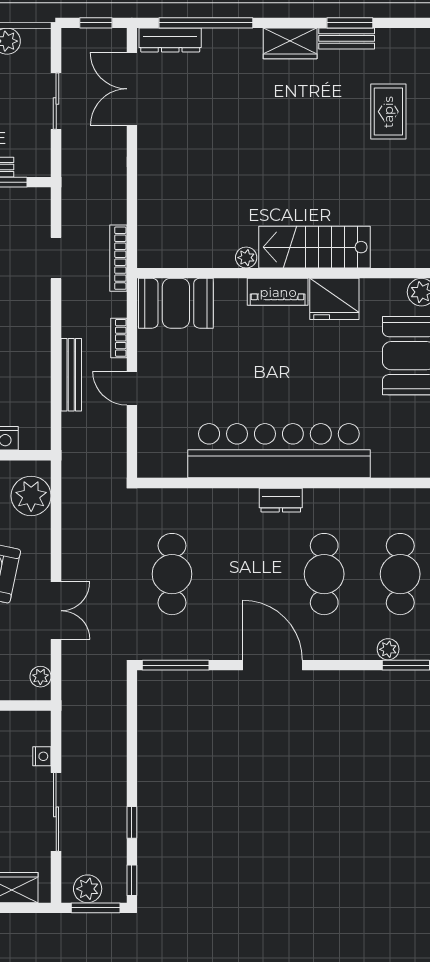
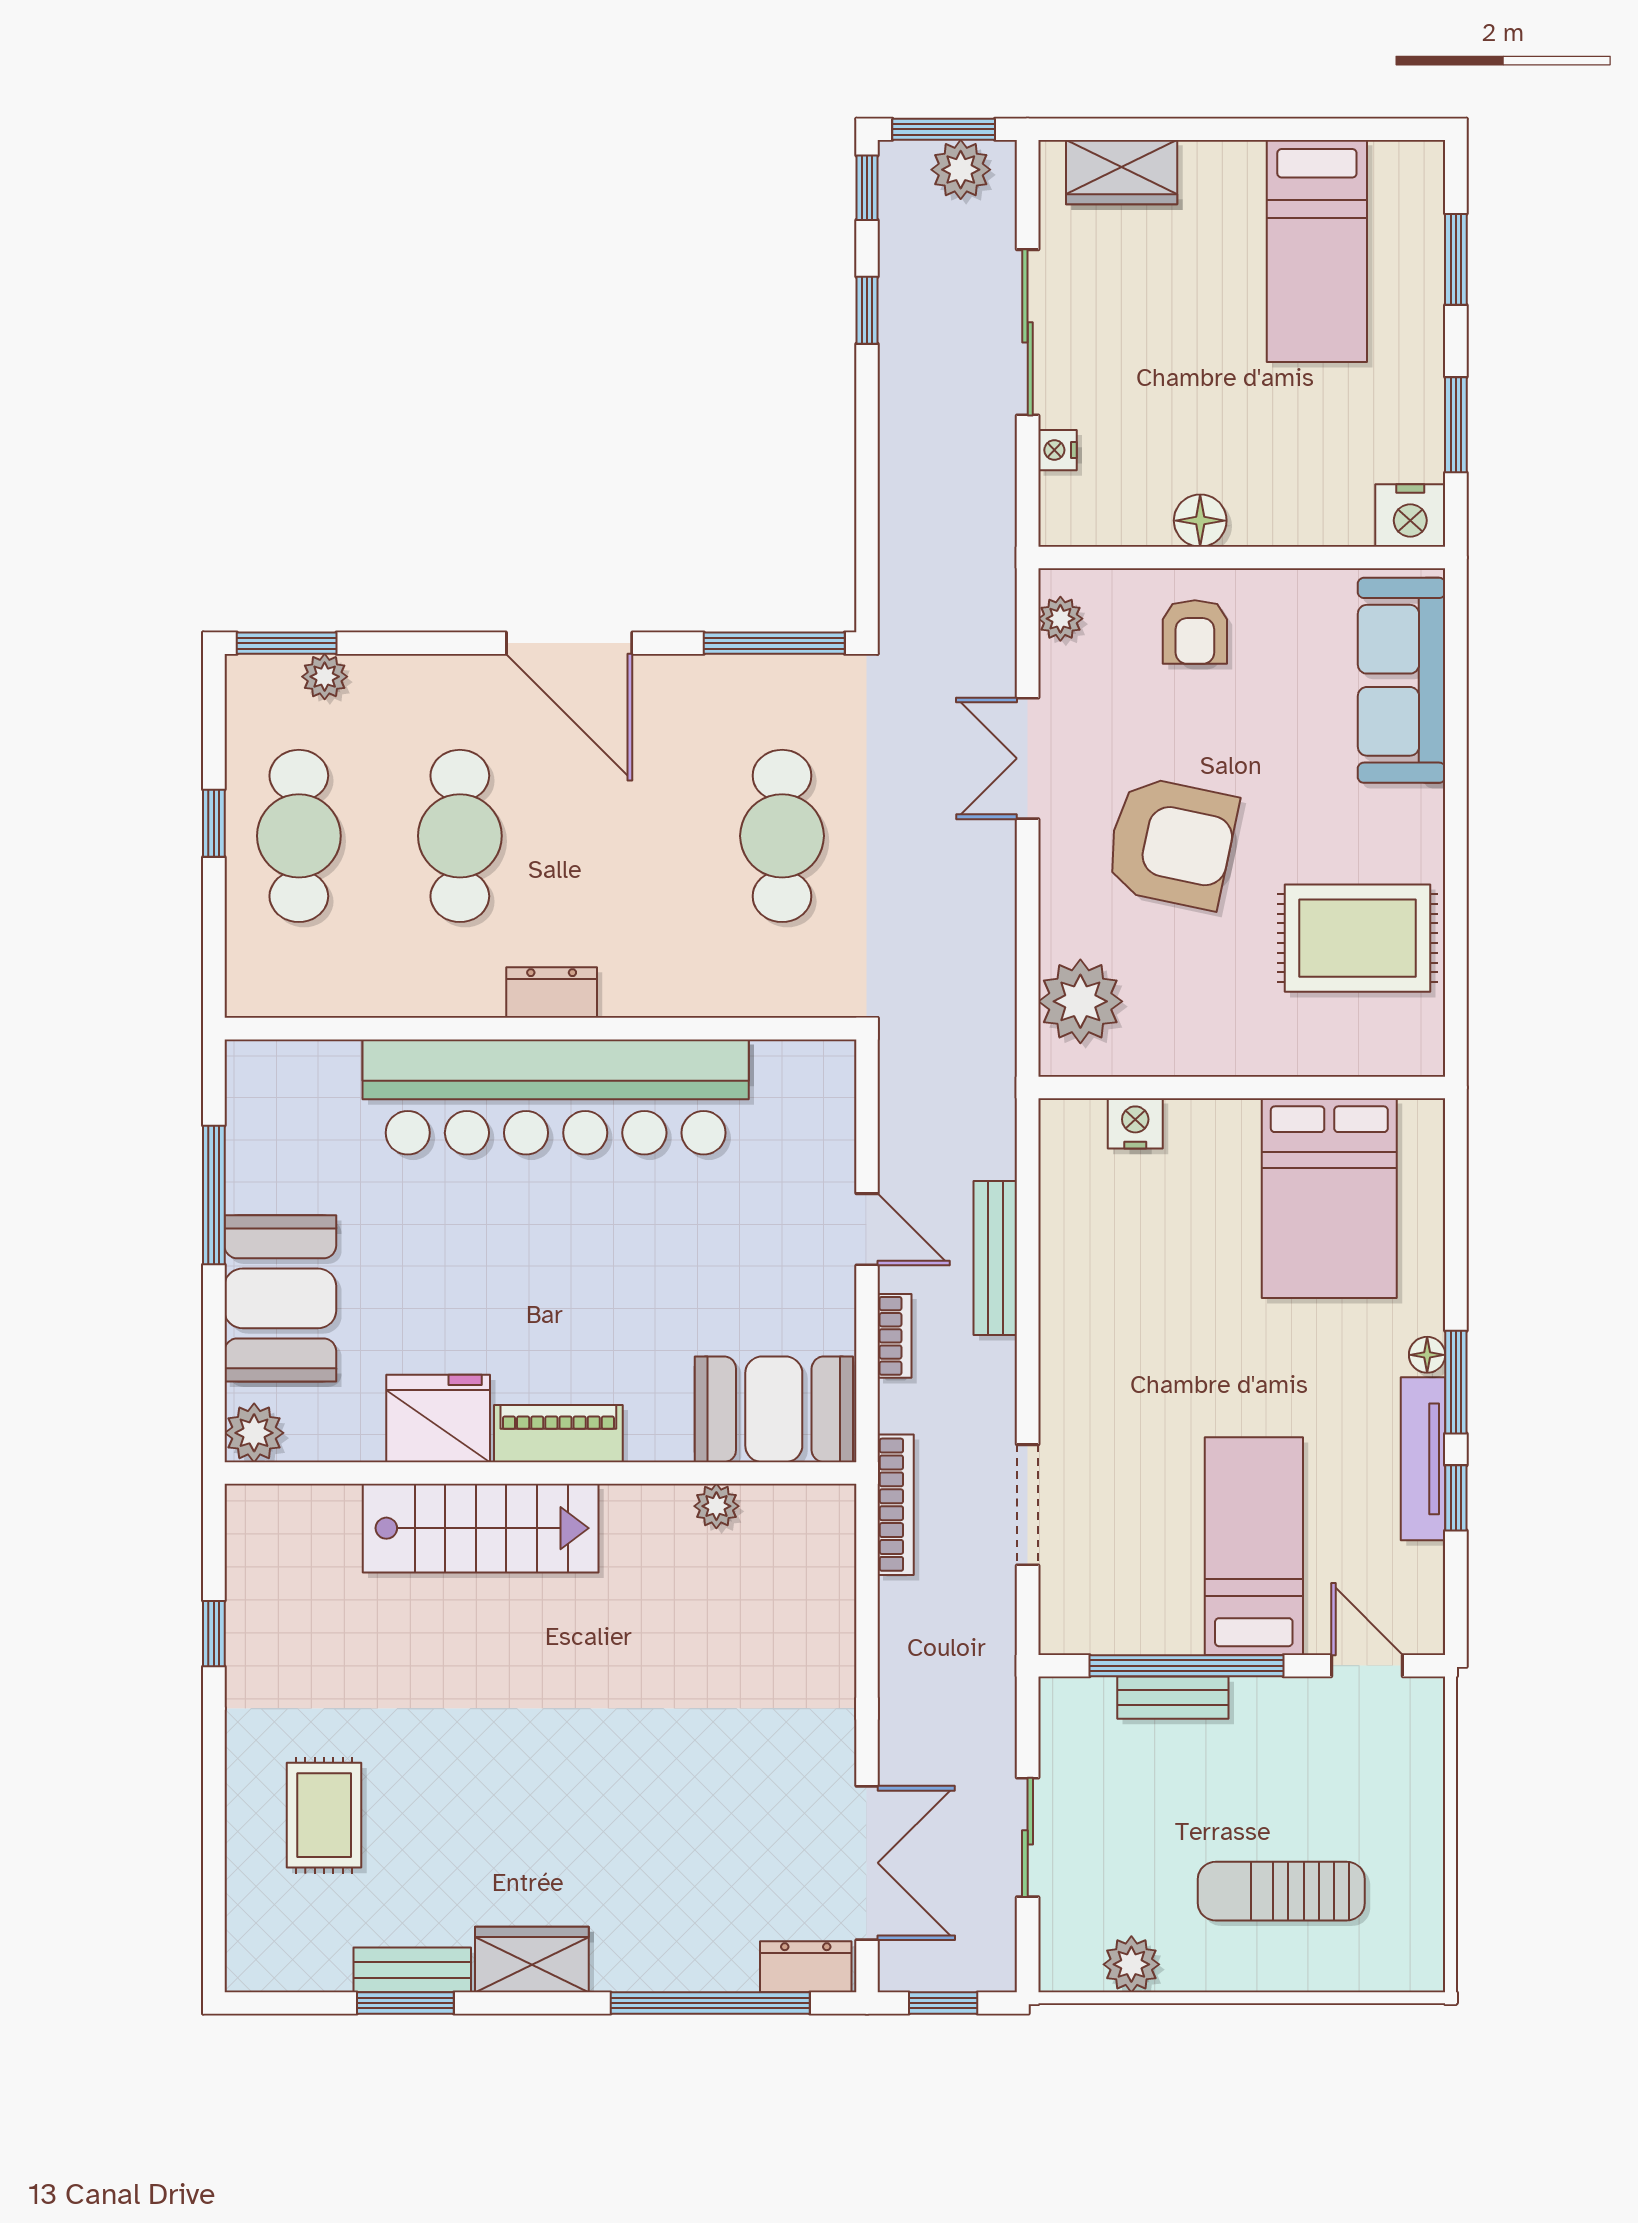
dresser: (170, 40) -> (806, 1967), width x0.70
doorway: (56, 258) -> (1028, 1505), width x1.38
plant: (246, 258) -> (716, 1506), moved

